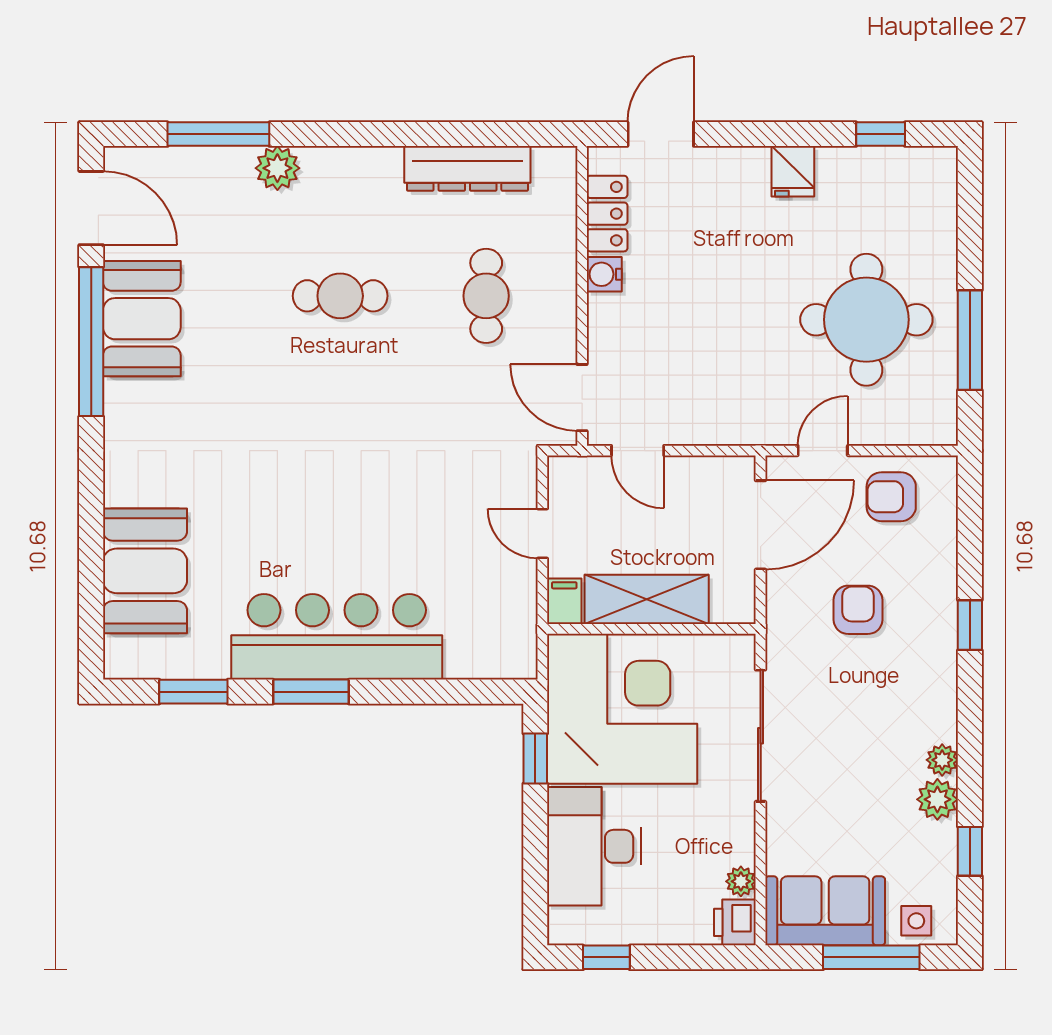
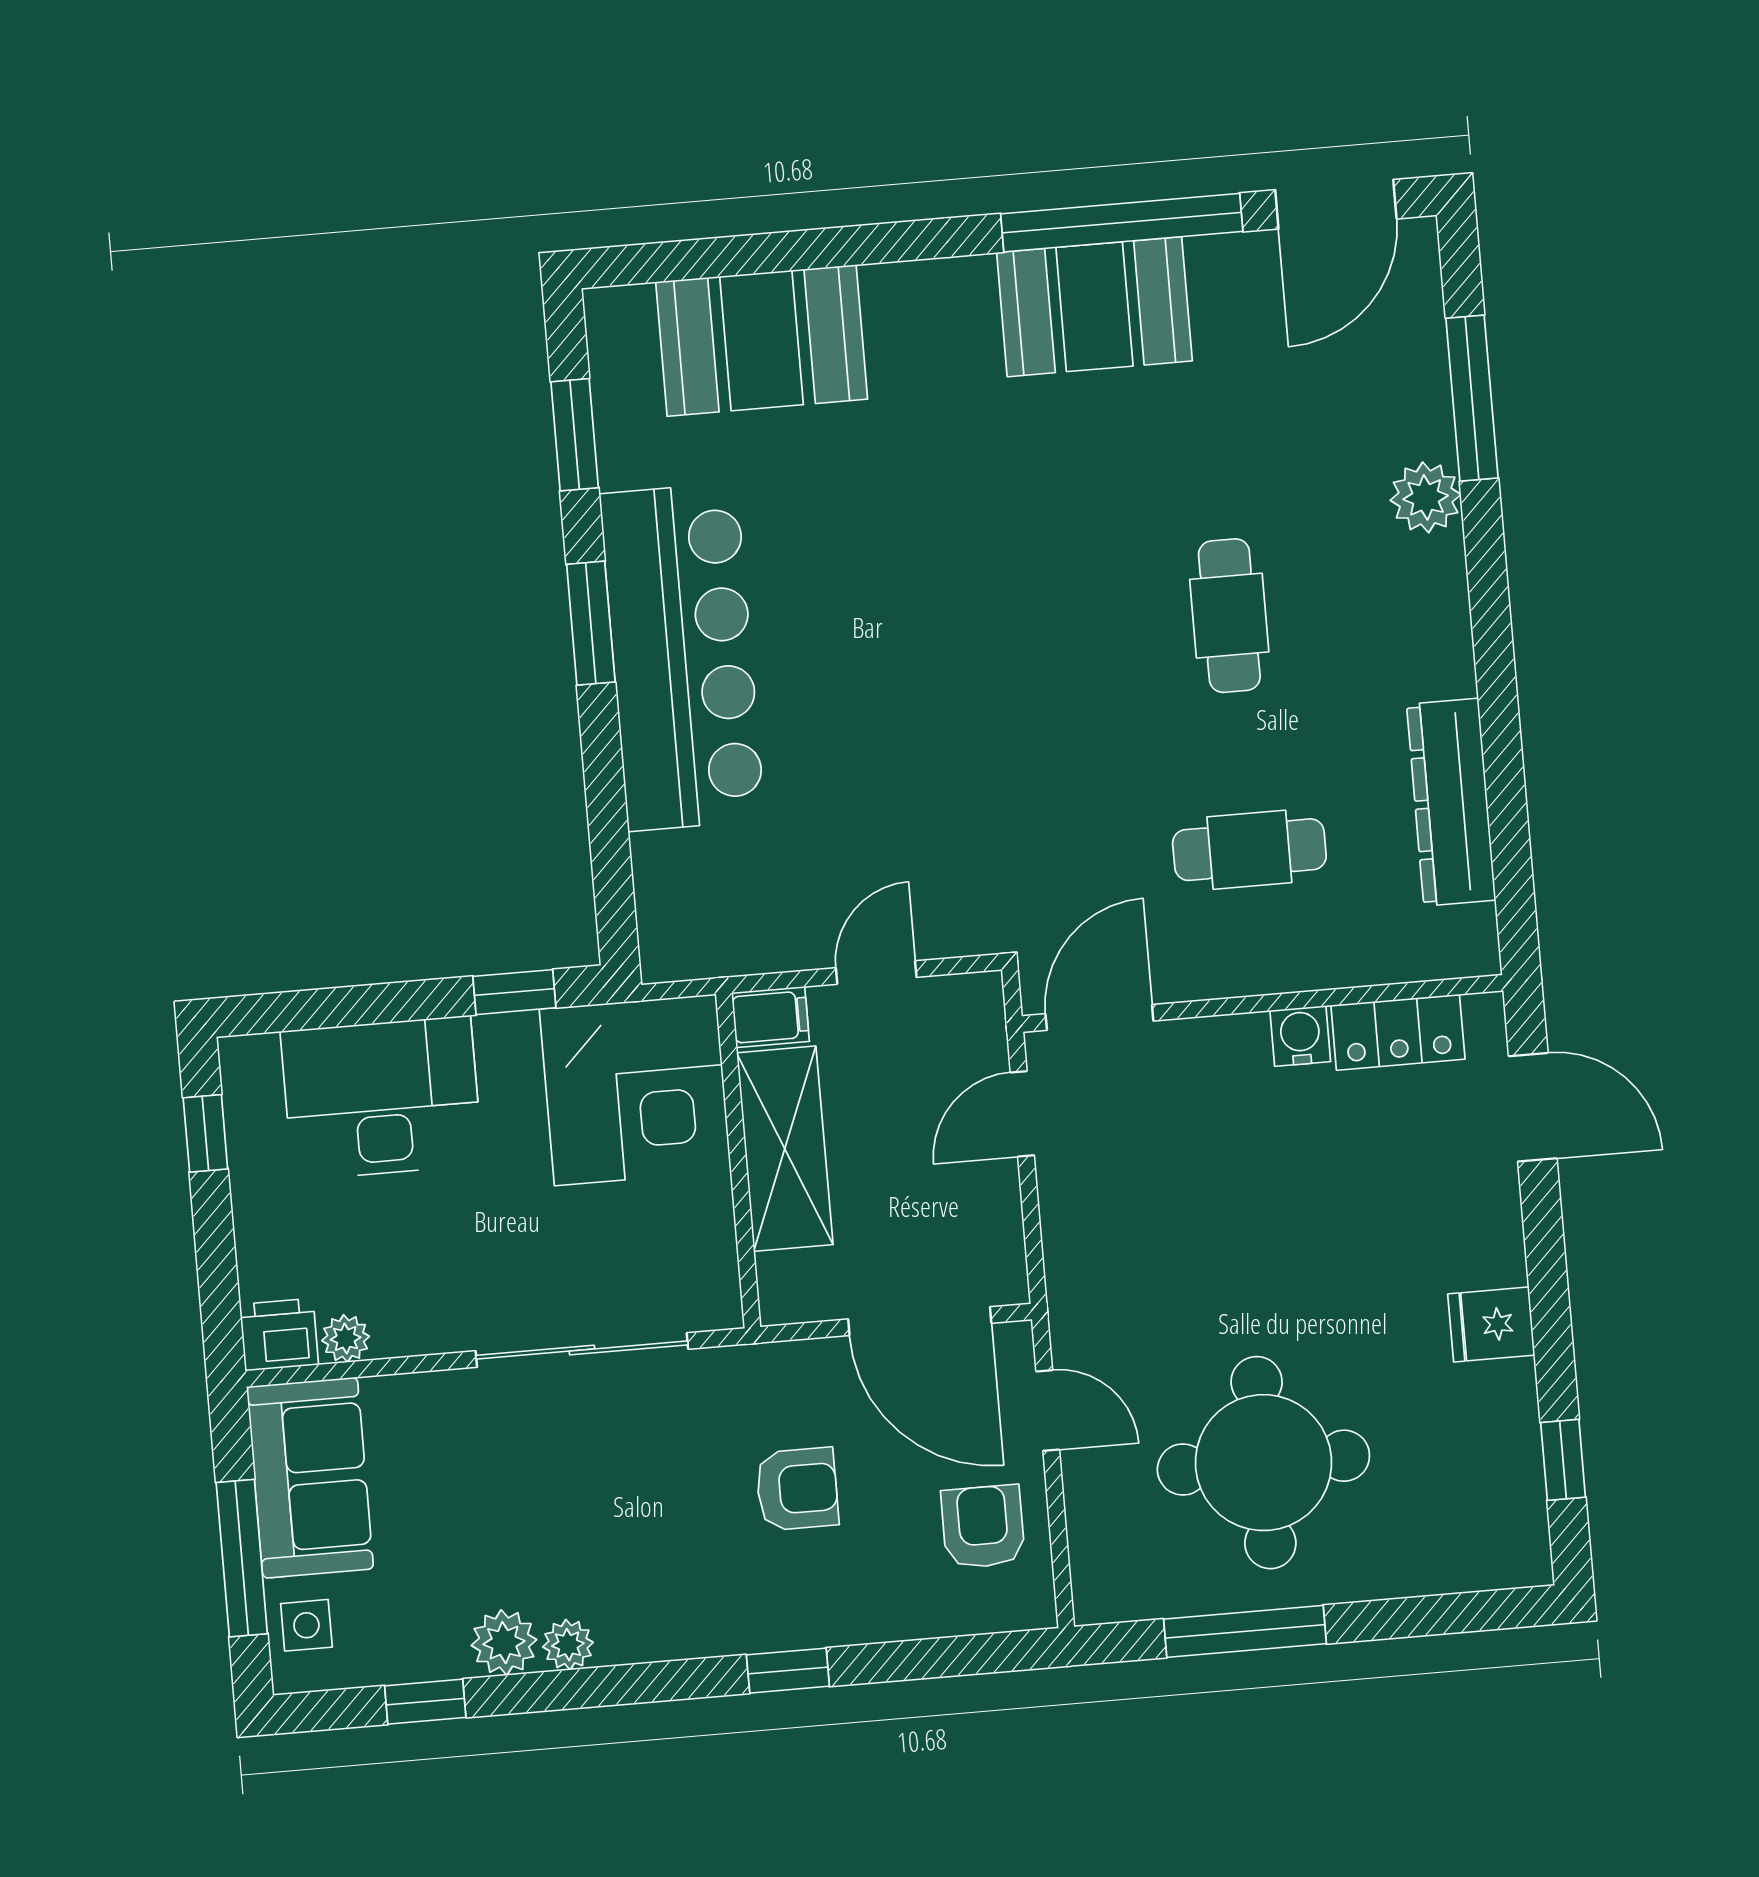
booth: (142, 319) -> (1094, 307), moved
corner desk: (622, 709) -> (635, 1090), width x0.74, depth x0.74

